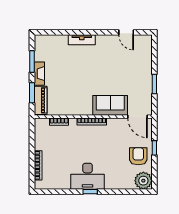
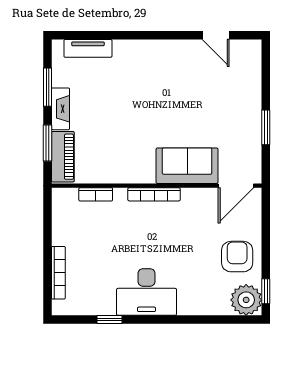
tv unit: (82, 40) -> (88, 48), moved
door: (138, 117) -> (236, 186), hinge flipped
window: (154, 148) -> (266, 291), moved
window: (90, 192) -> (110, 320), moved

